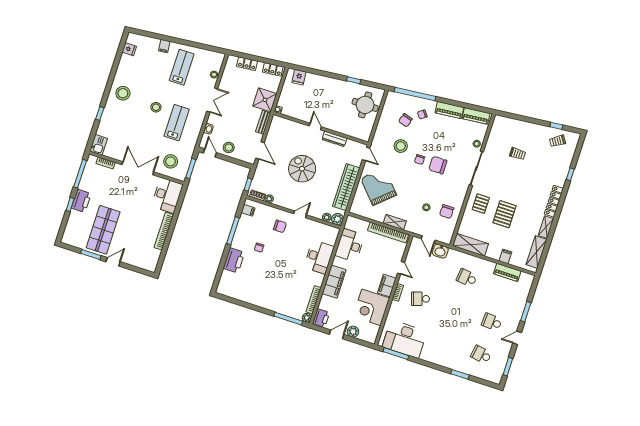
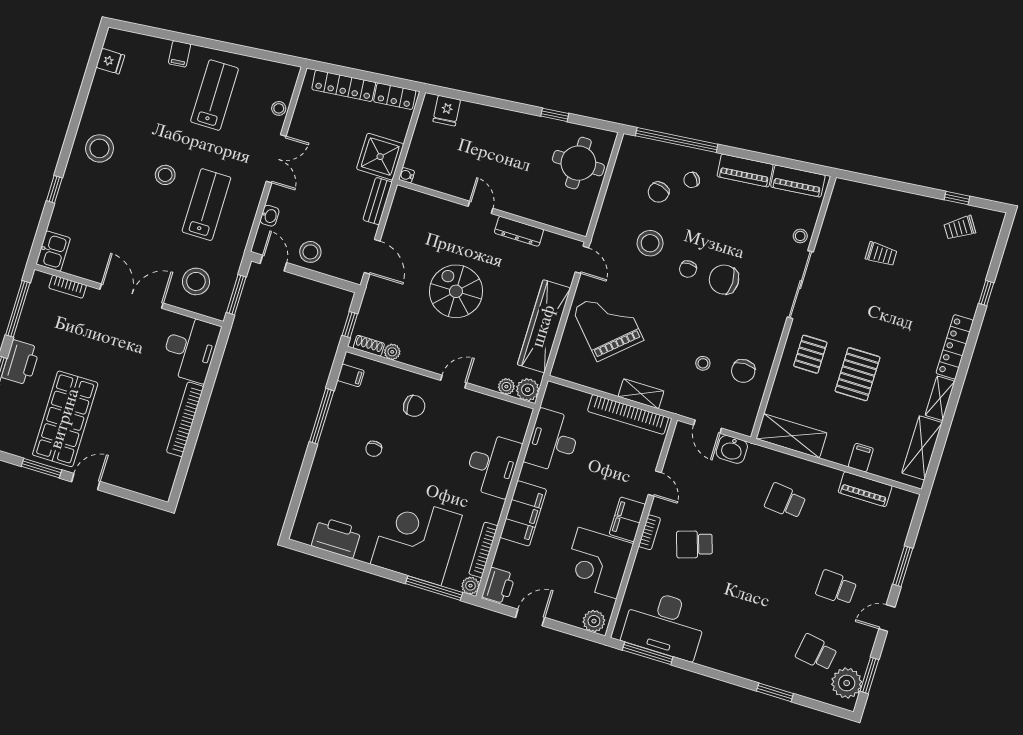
locker: (247, 64) -> (344, 86), width x1.53
printer: (234, 260) -> (336, 537), moved, turned -90
corner desk: (280, 294) -> (416, 540), added
plant: (353, 332) -> (594, 621), moved
plant: (496, 370) -> (847, 683), added

